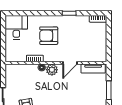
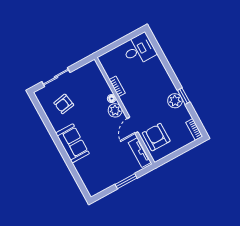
plant: (69, 21) -> (175, 101), added
armchair: (49, 36) -> (156, 137), moved
door: (70, 63) -> (132, 125), hinge flipped

